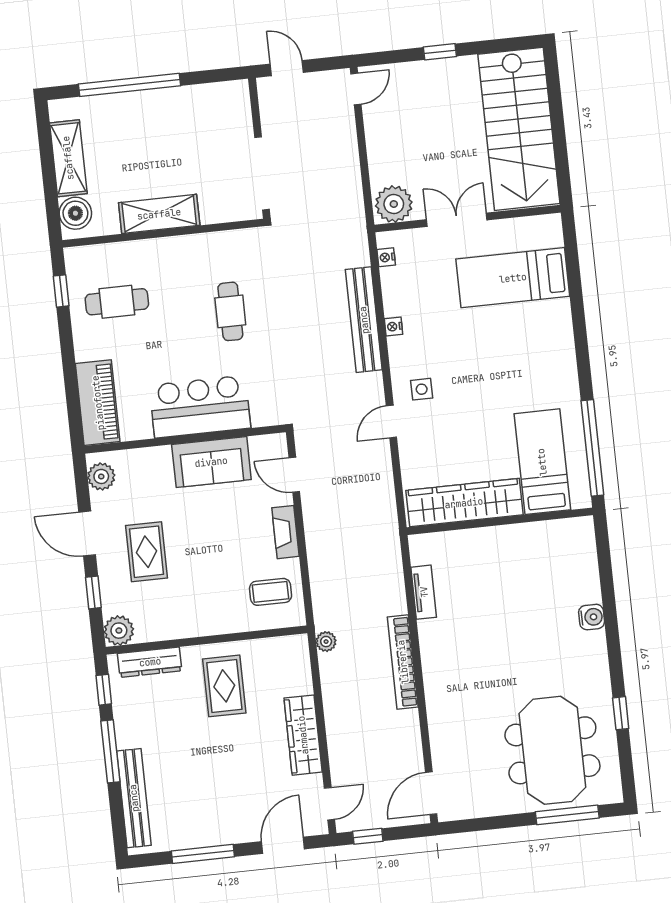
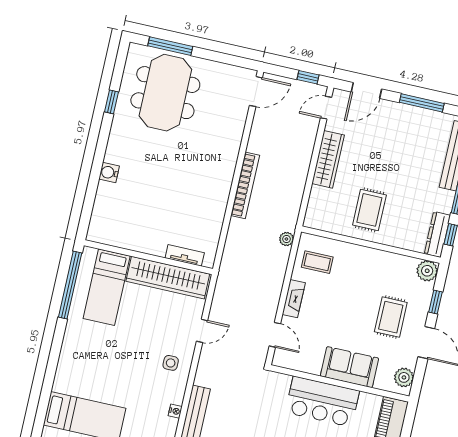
door: (391, 422) -> (202, 331), moved
sofa: (211, 462) -> (349, 367), moved
tv unit: (424, 592) -> (185, 255), moved, turned 90
plant: (326, 642) -> (286, 239), moved
dresser: (150, 662) -> (437, 234), moved, turned -90

